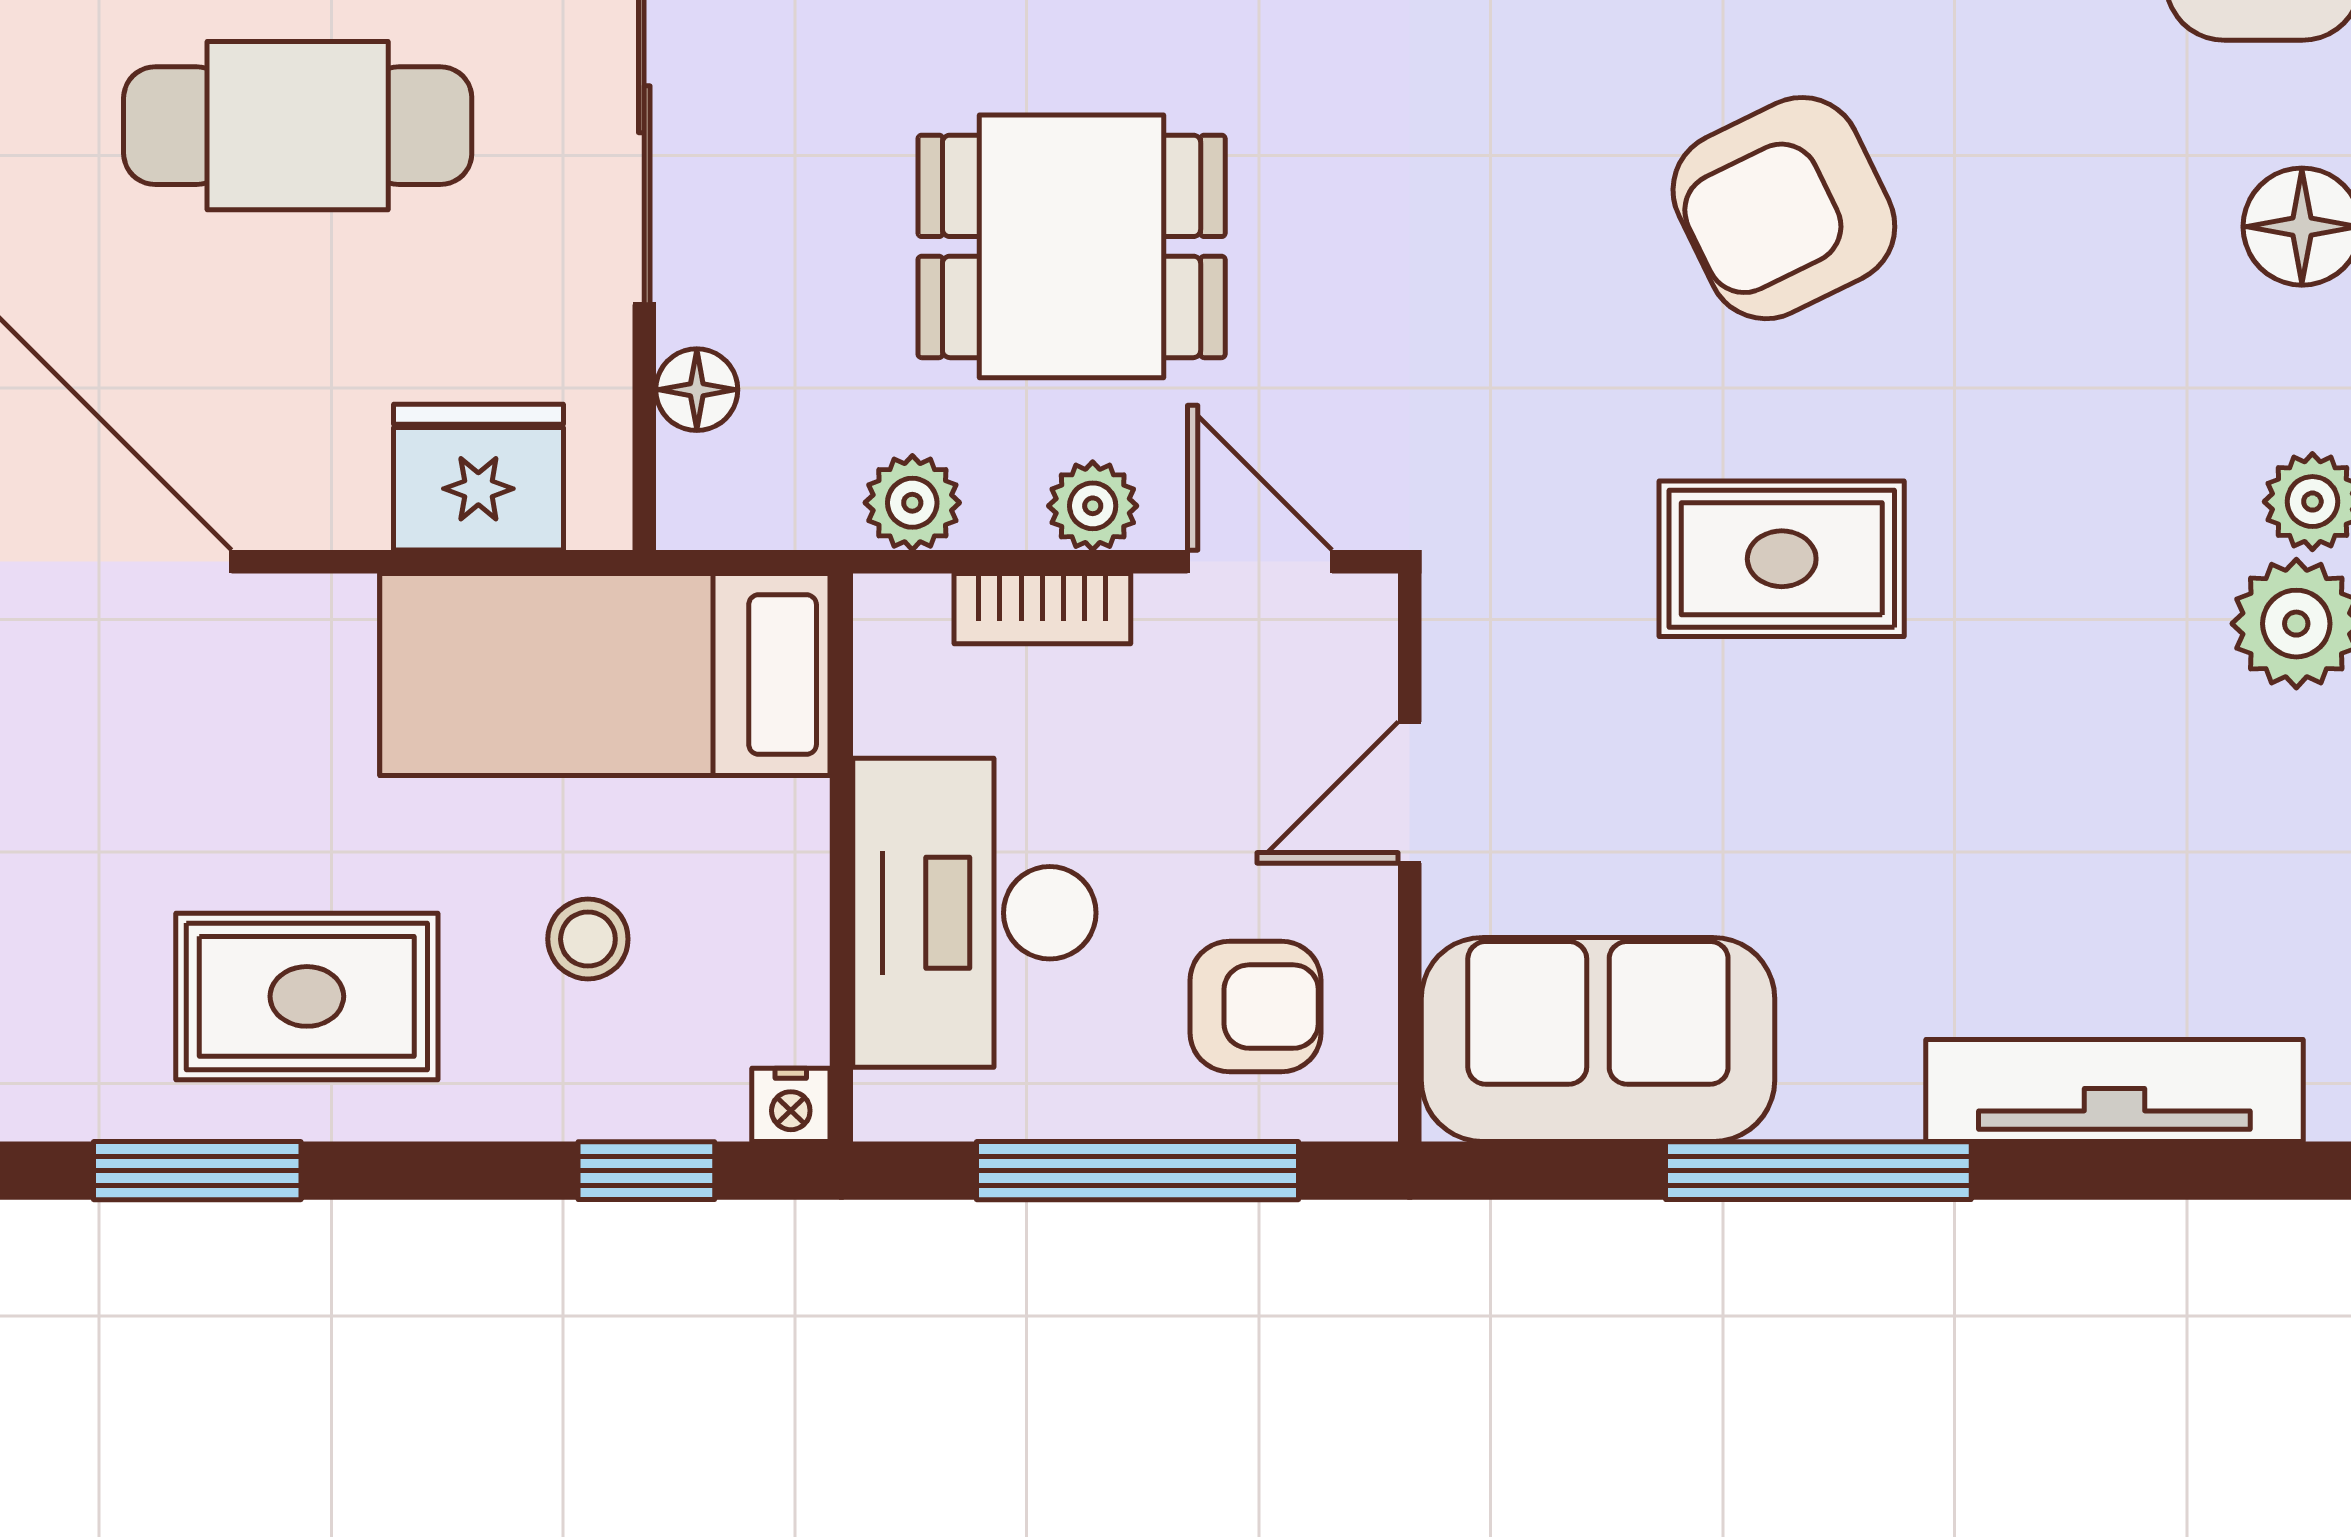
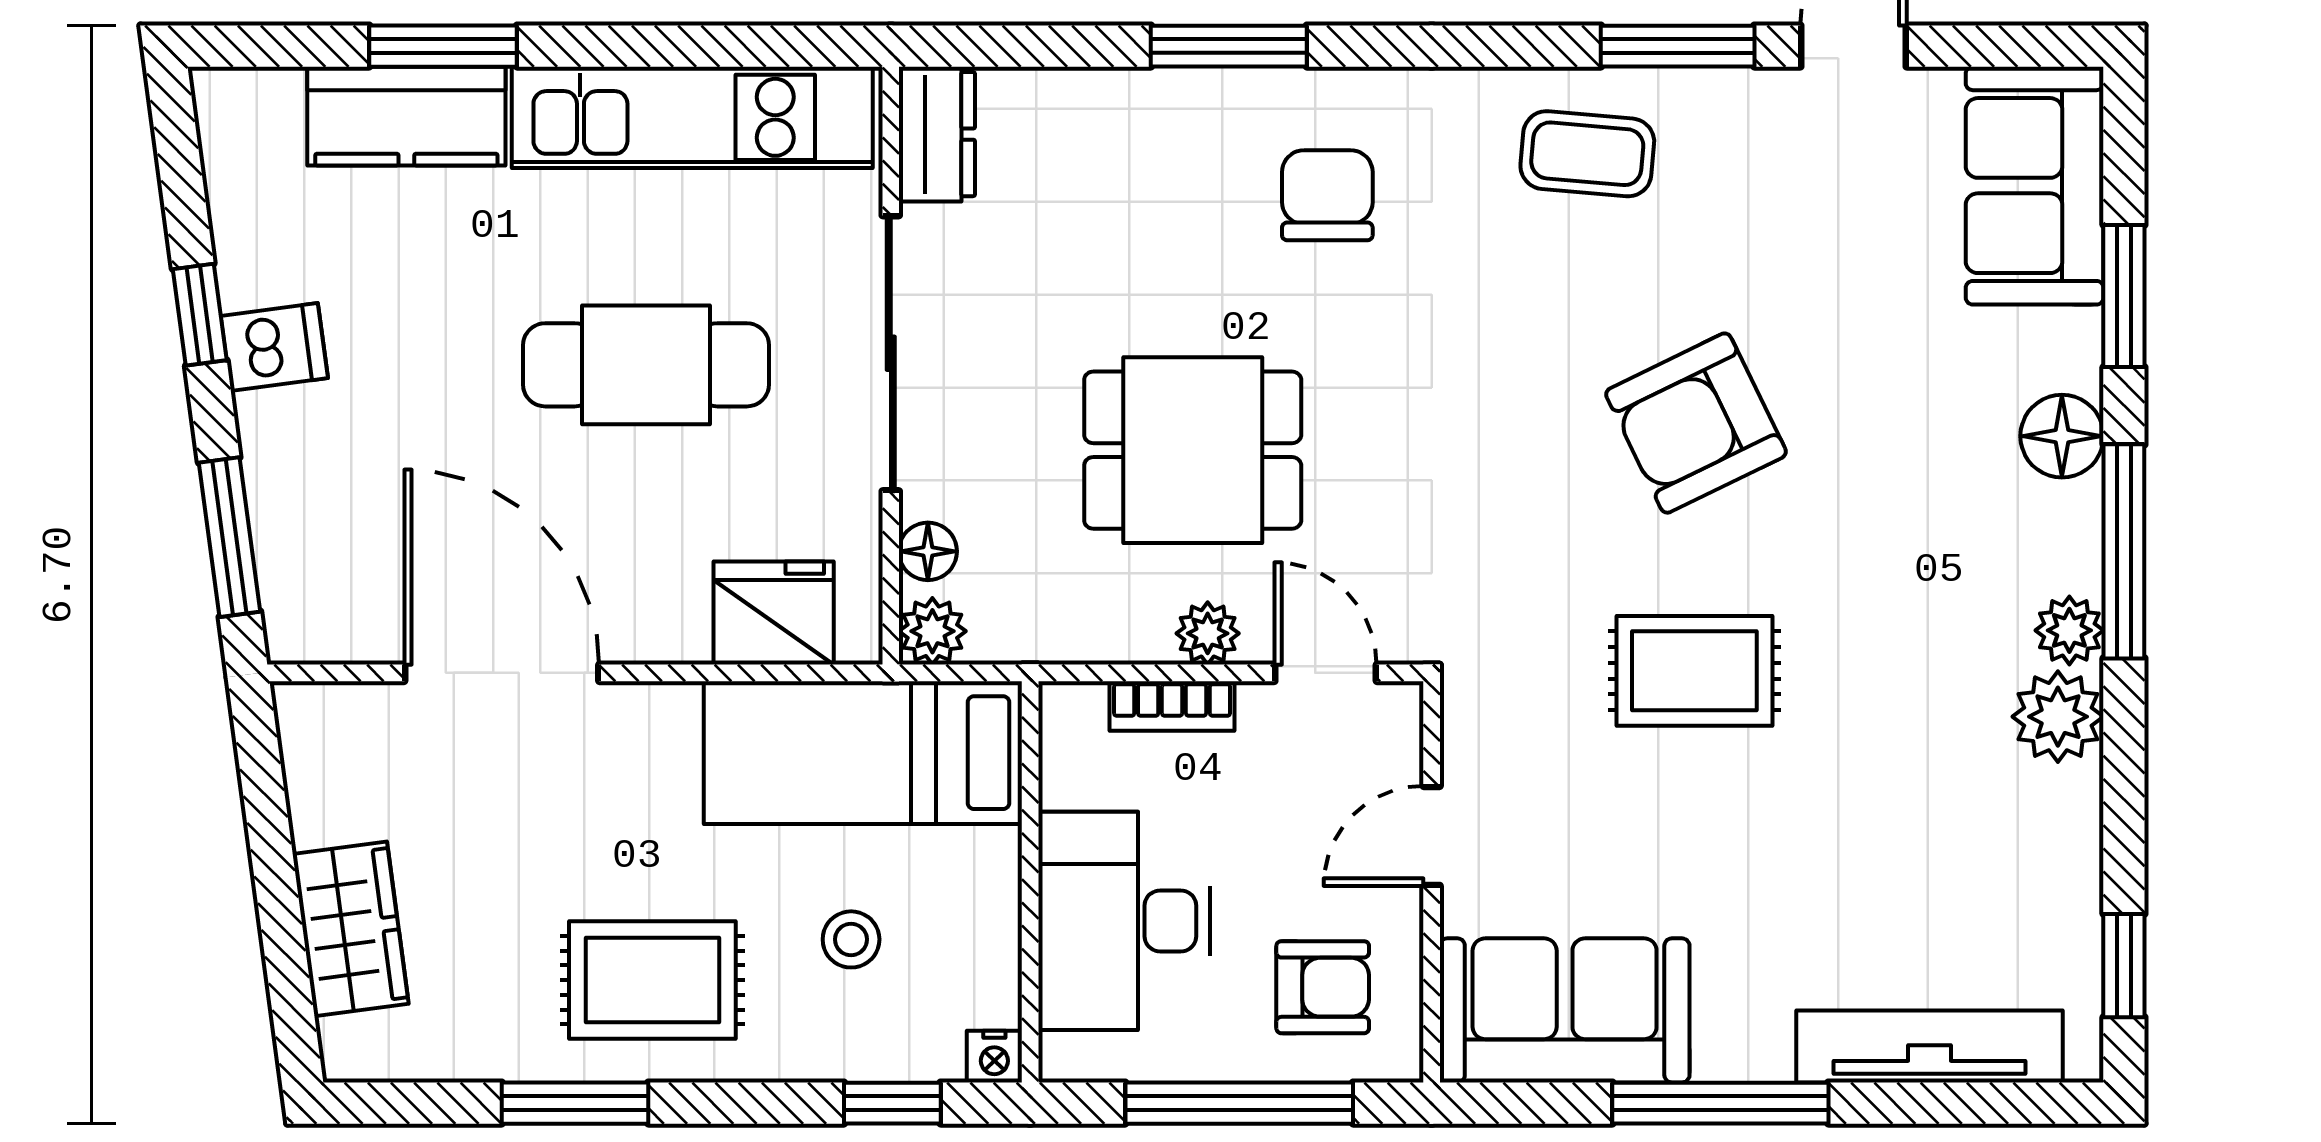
plant: (912, 503) -> (932, 631), moved

